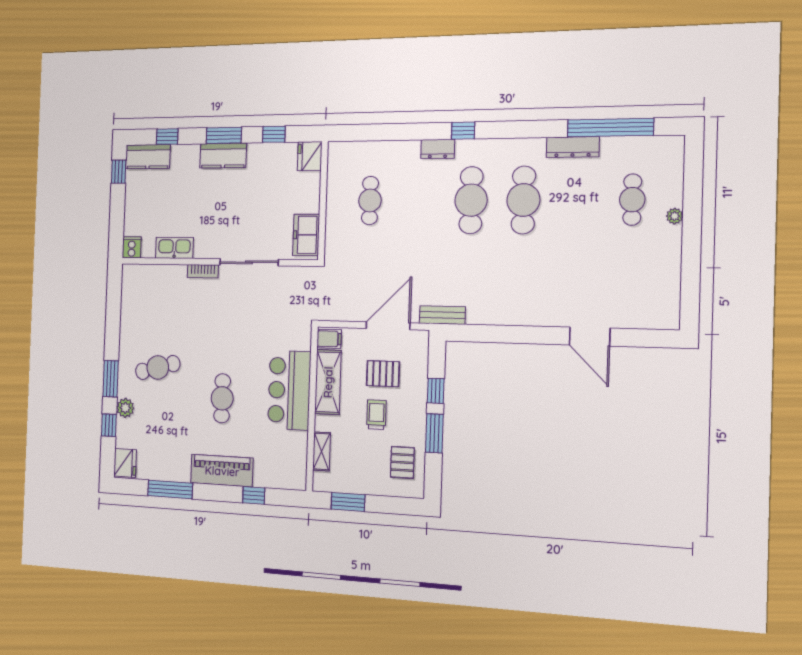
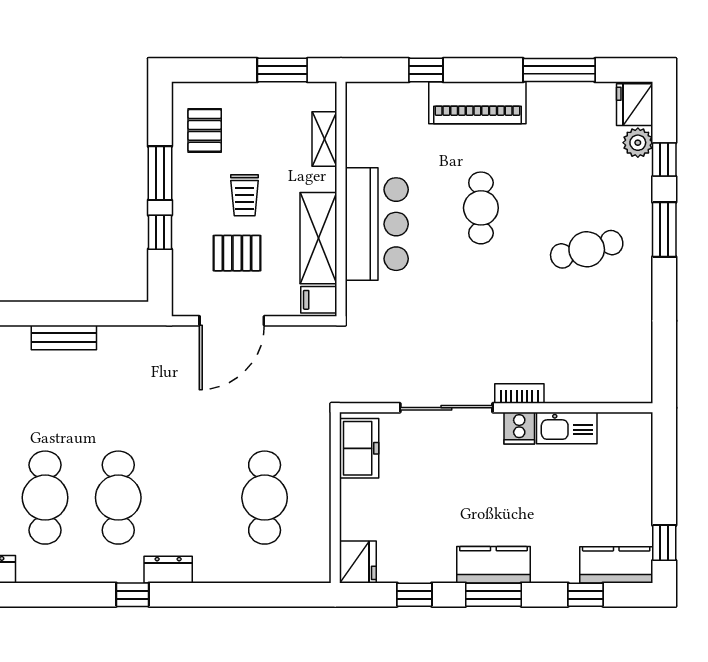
cafe table: (370, 201) -> (265, 498), width x1.37, depth x1.35
cooker: (132, 247) -> (519, 428), moved
bench: (442, 315) -> (64, 338), moved
plant: (125, 408) -> (638, 143), moved

